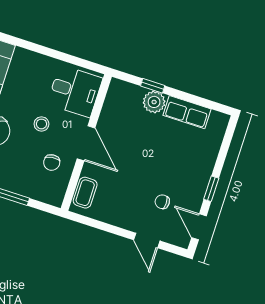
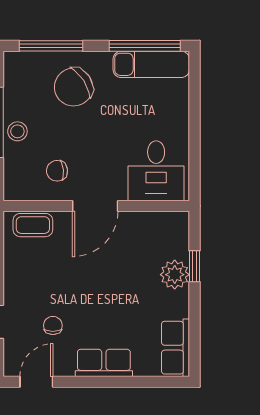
row of seats: (187, 112) -> (175, 348), moved
stool: (41, 124) -> (17, 131), moved
row of seats: (201, 174) -> (104, 363), added
window: (211, 189) -> (89, 382), removed

